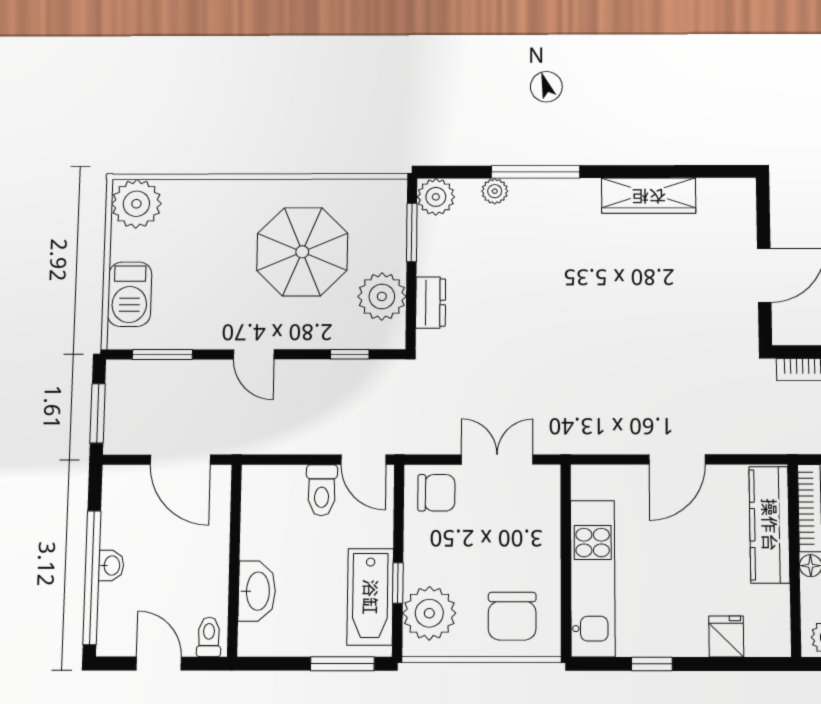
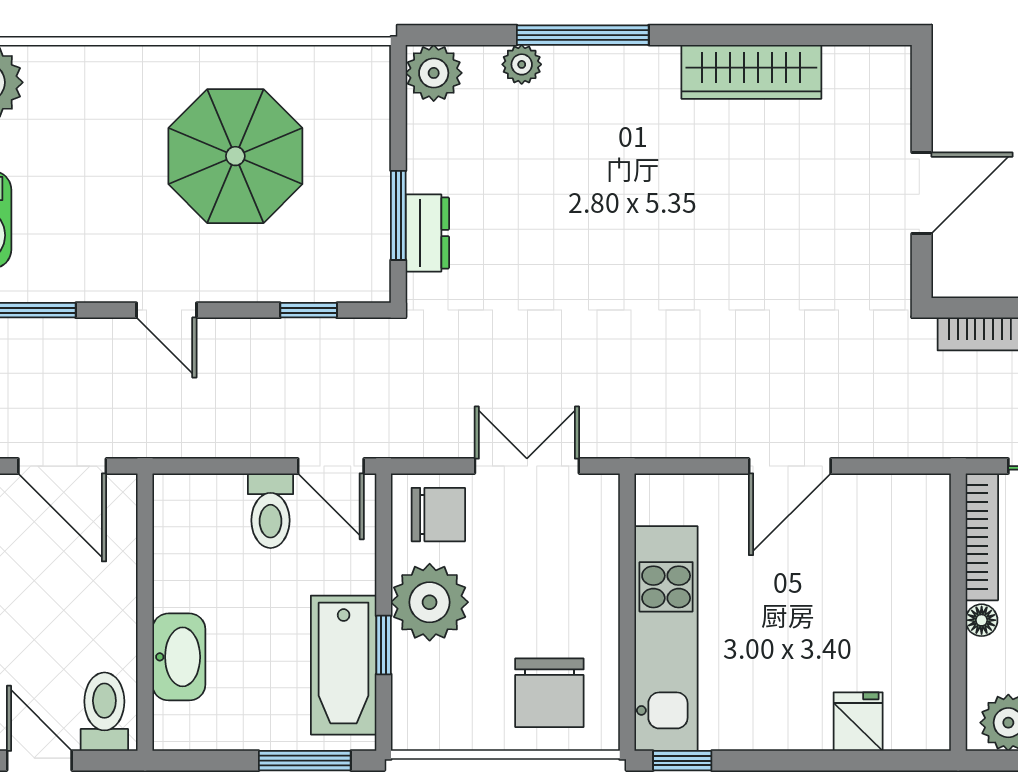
window: (412, 232) -> (398, 215), moved
plant: (382, 296) -> (355, 224), removed
kitchen counter: (769, 525) -> (923, 561), removed
plant: (429, 613) -> (430, 602), moved
toilet: (209, 637) -> (104, 712), width x1.37, depth x1.39
window: (652, 664) -> (682, 761), moved

